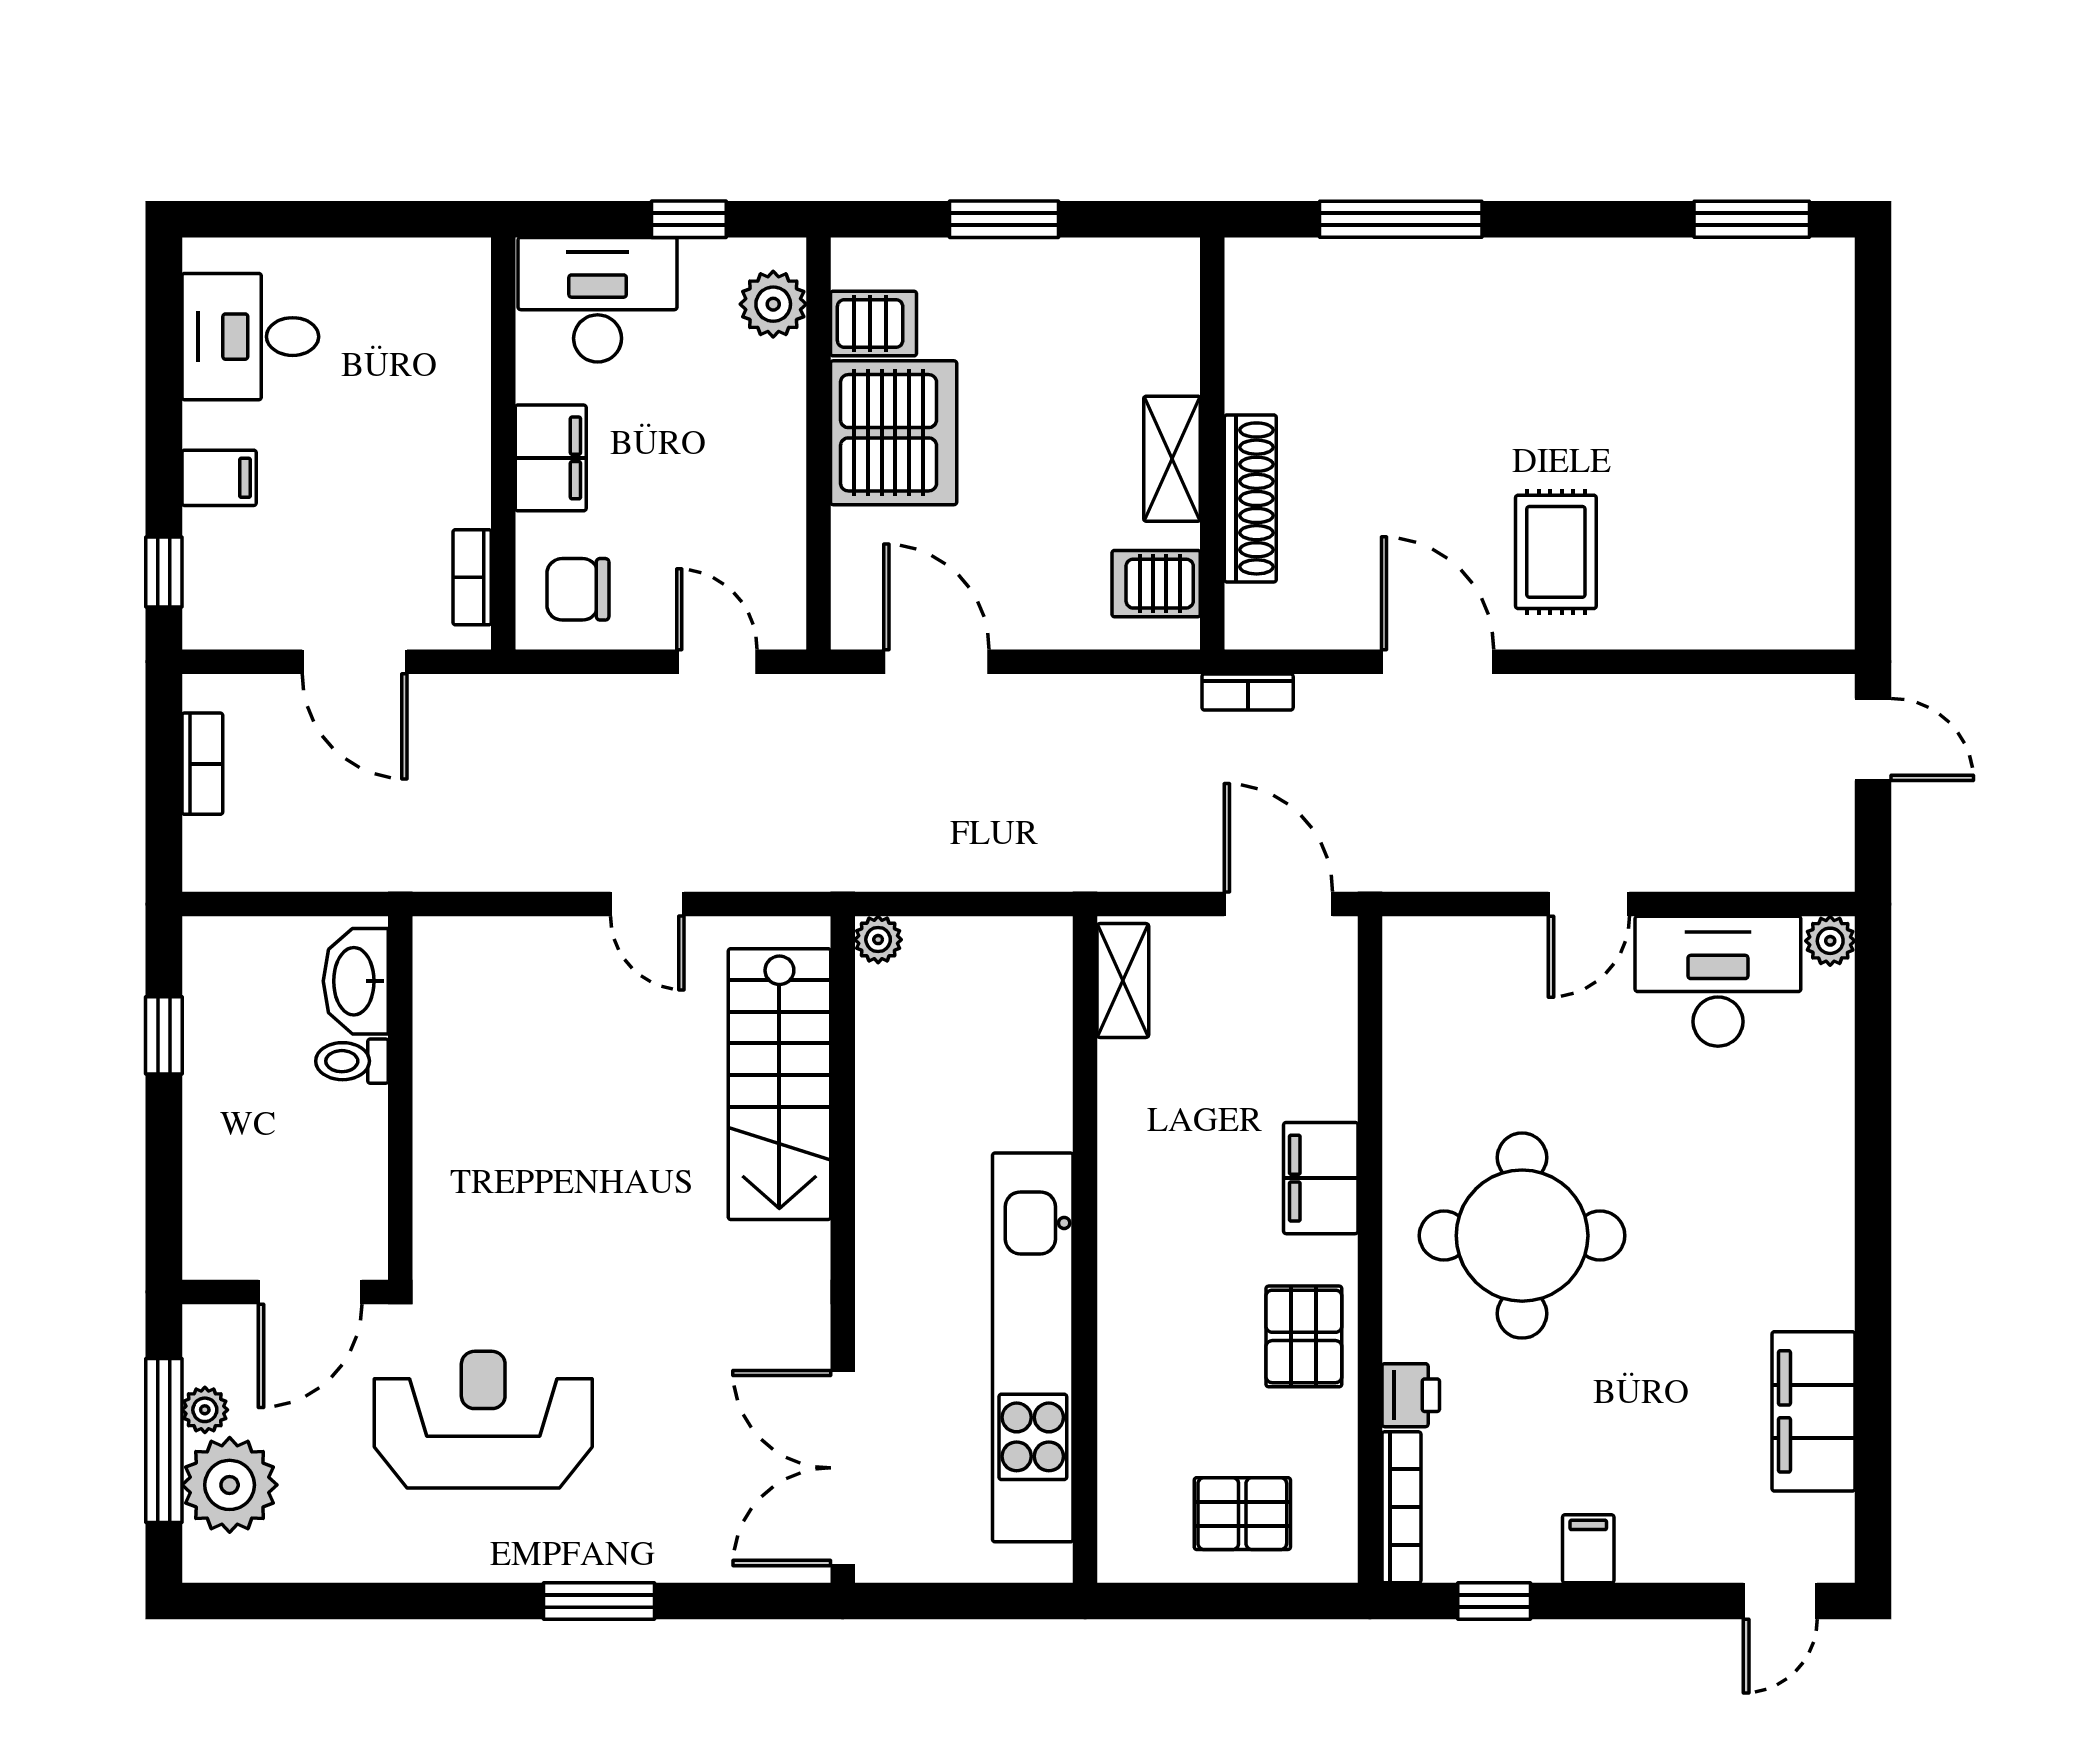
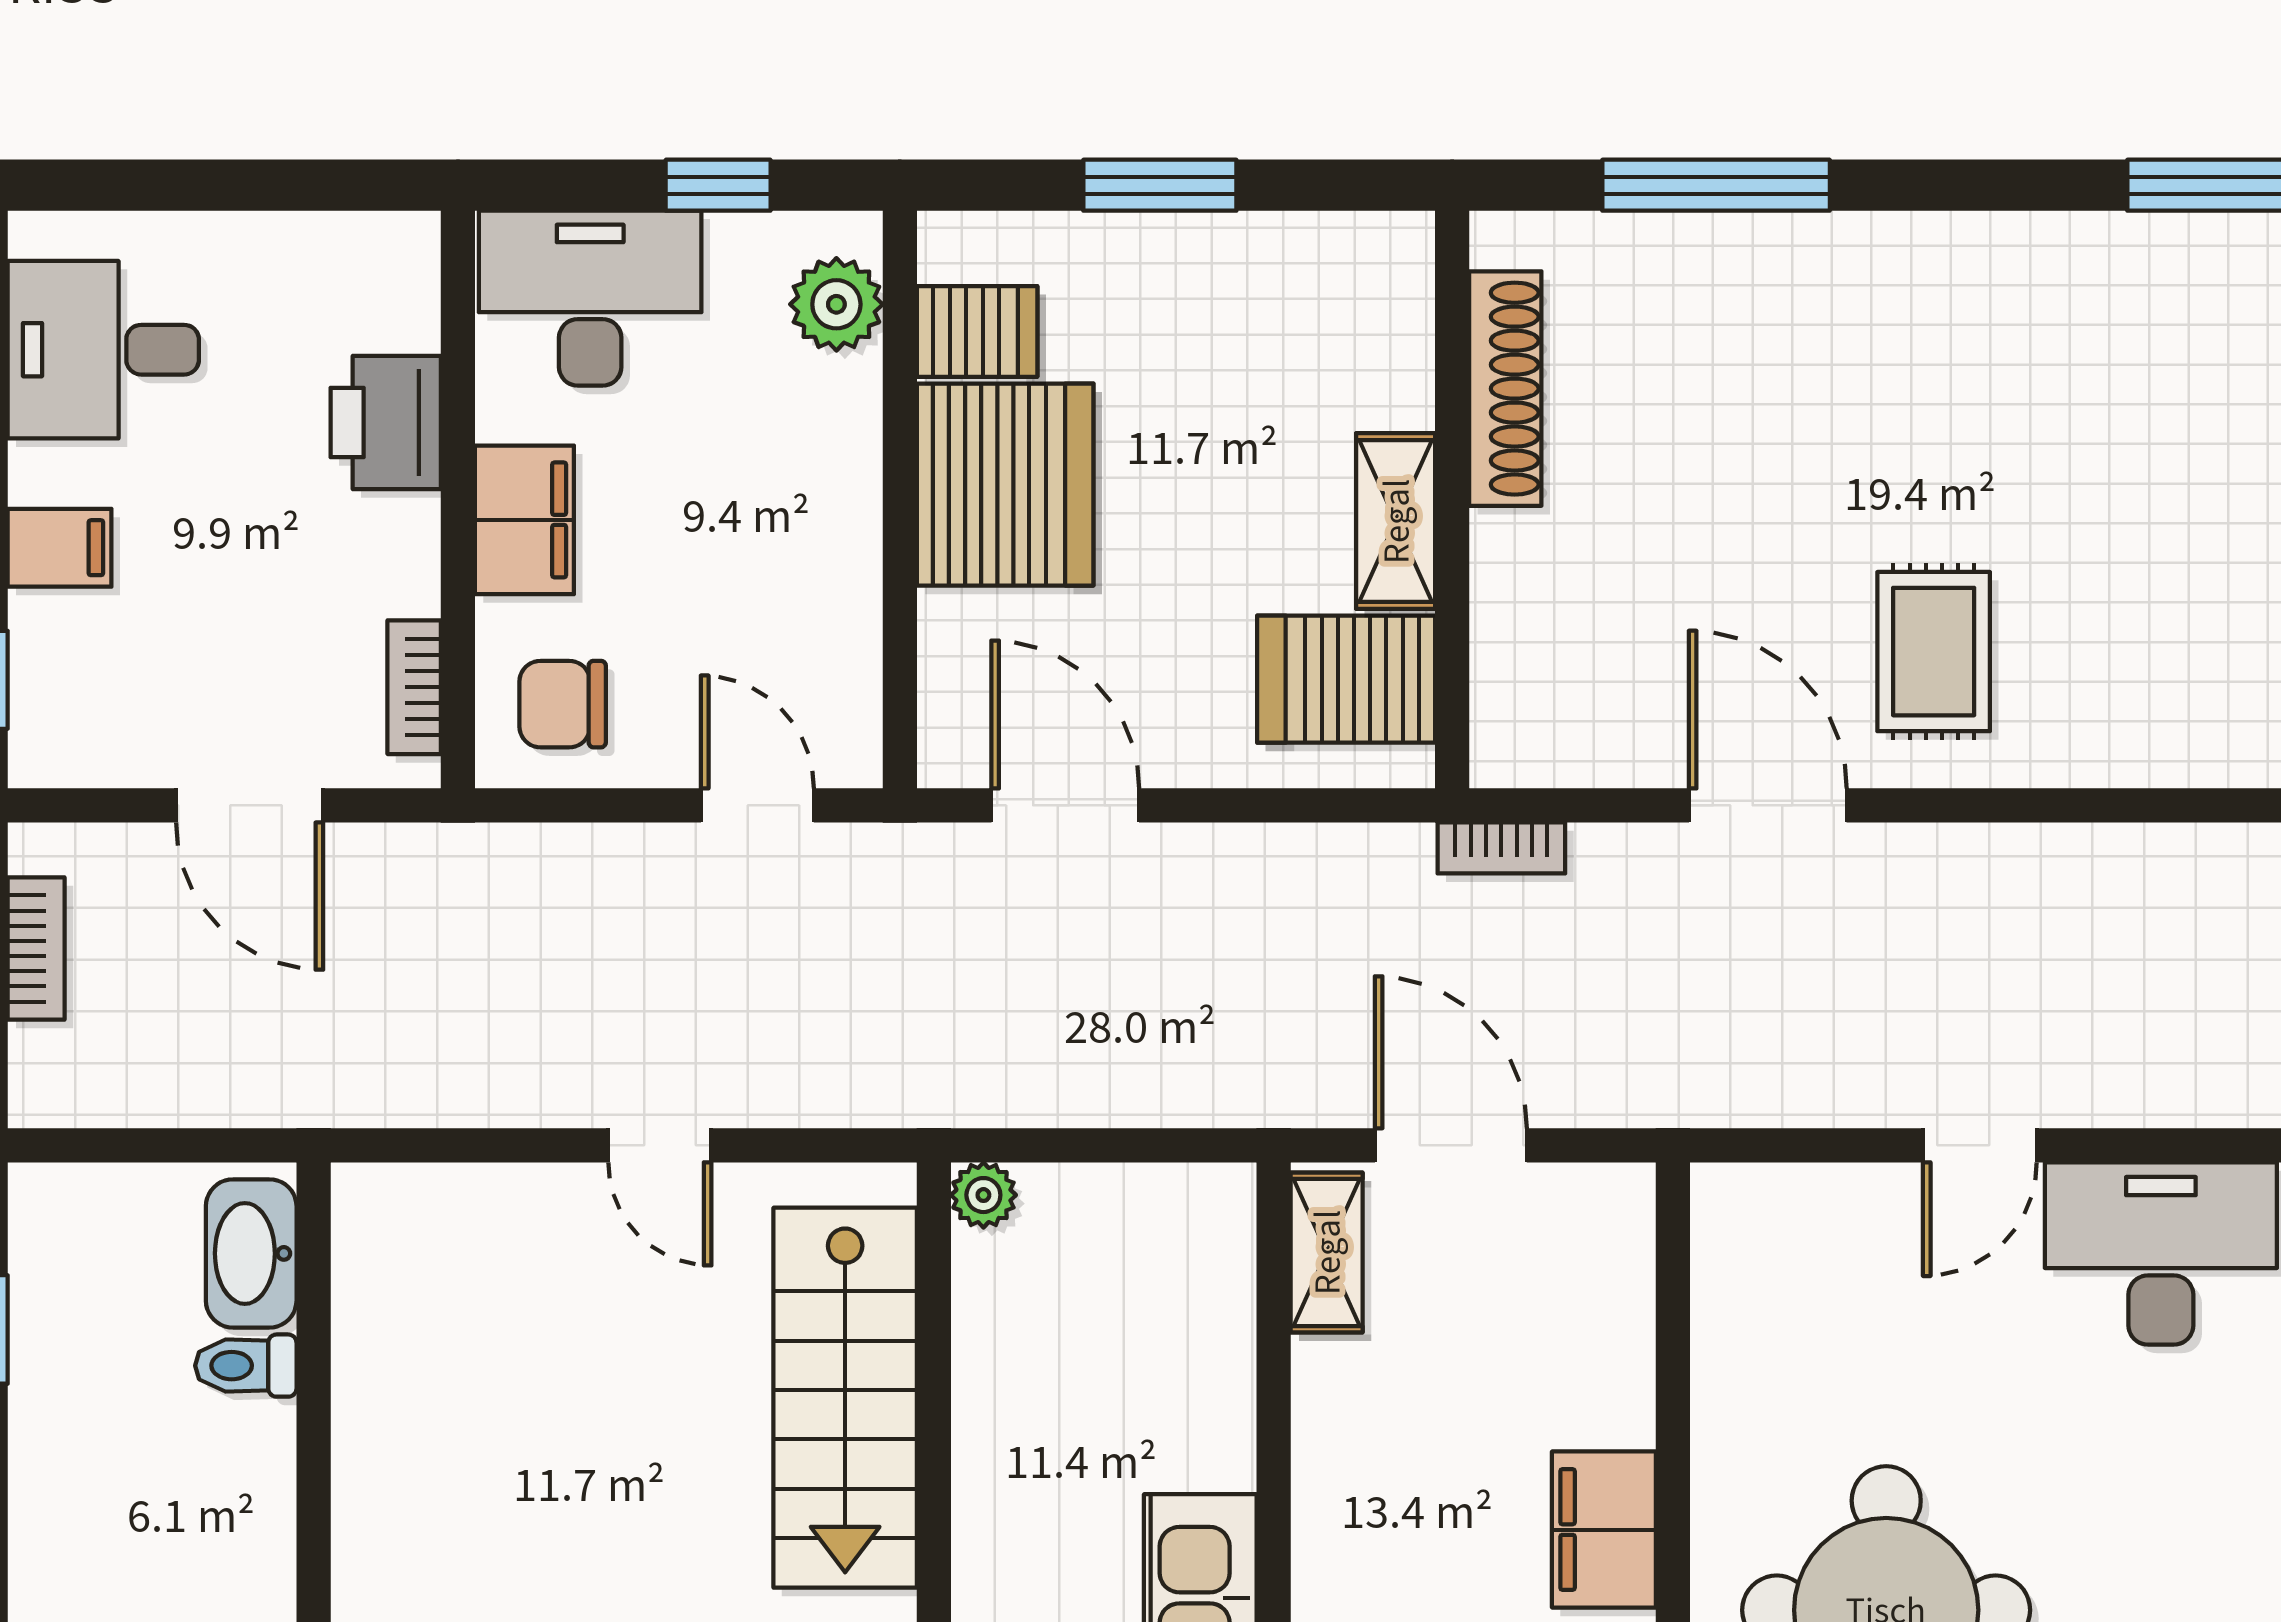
printer: (452, 388) -> (386, 422), added
shoe rack: (1250, 498) -> (1505, 389), moved
server rack: (1156, 584) -> (1346, 679), width x1.36, depth x1.44
door: (1278, 904) -> (1451, 1145), moved

